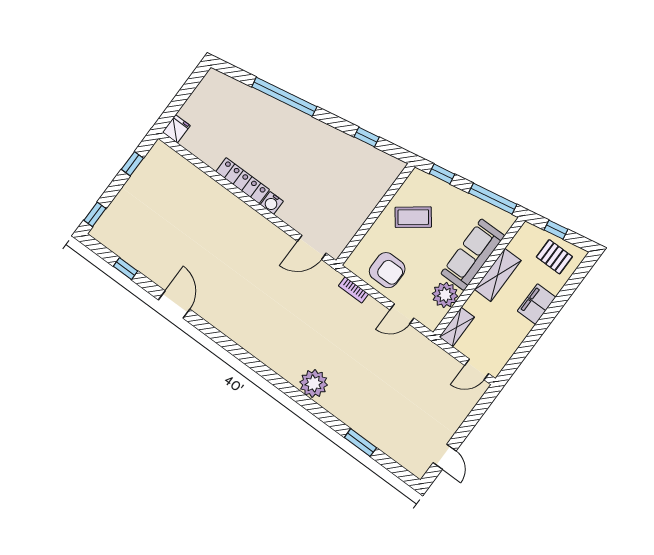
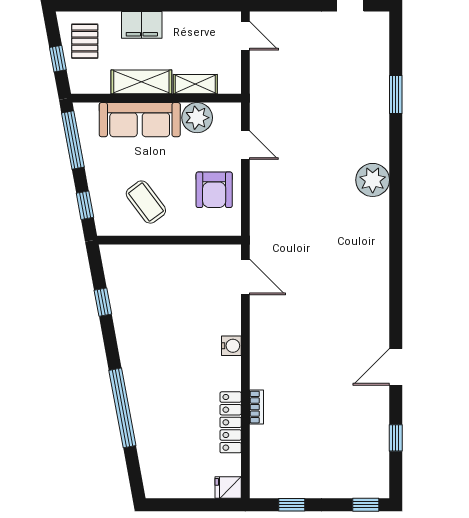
locker: (243, 181) -> (231, 422), moved
armchair: (387, 270) -> (214, 190), turned 180
bookcase: (353, 290) -> (256, 407), moved
shelving: (457, 327) -> (195, 84), moved

